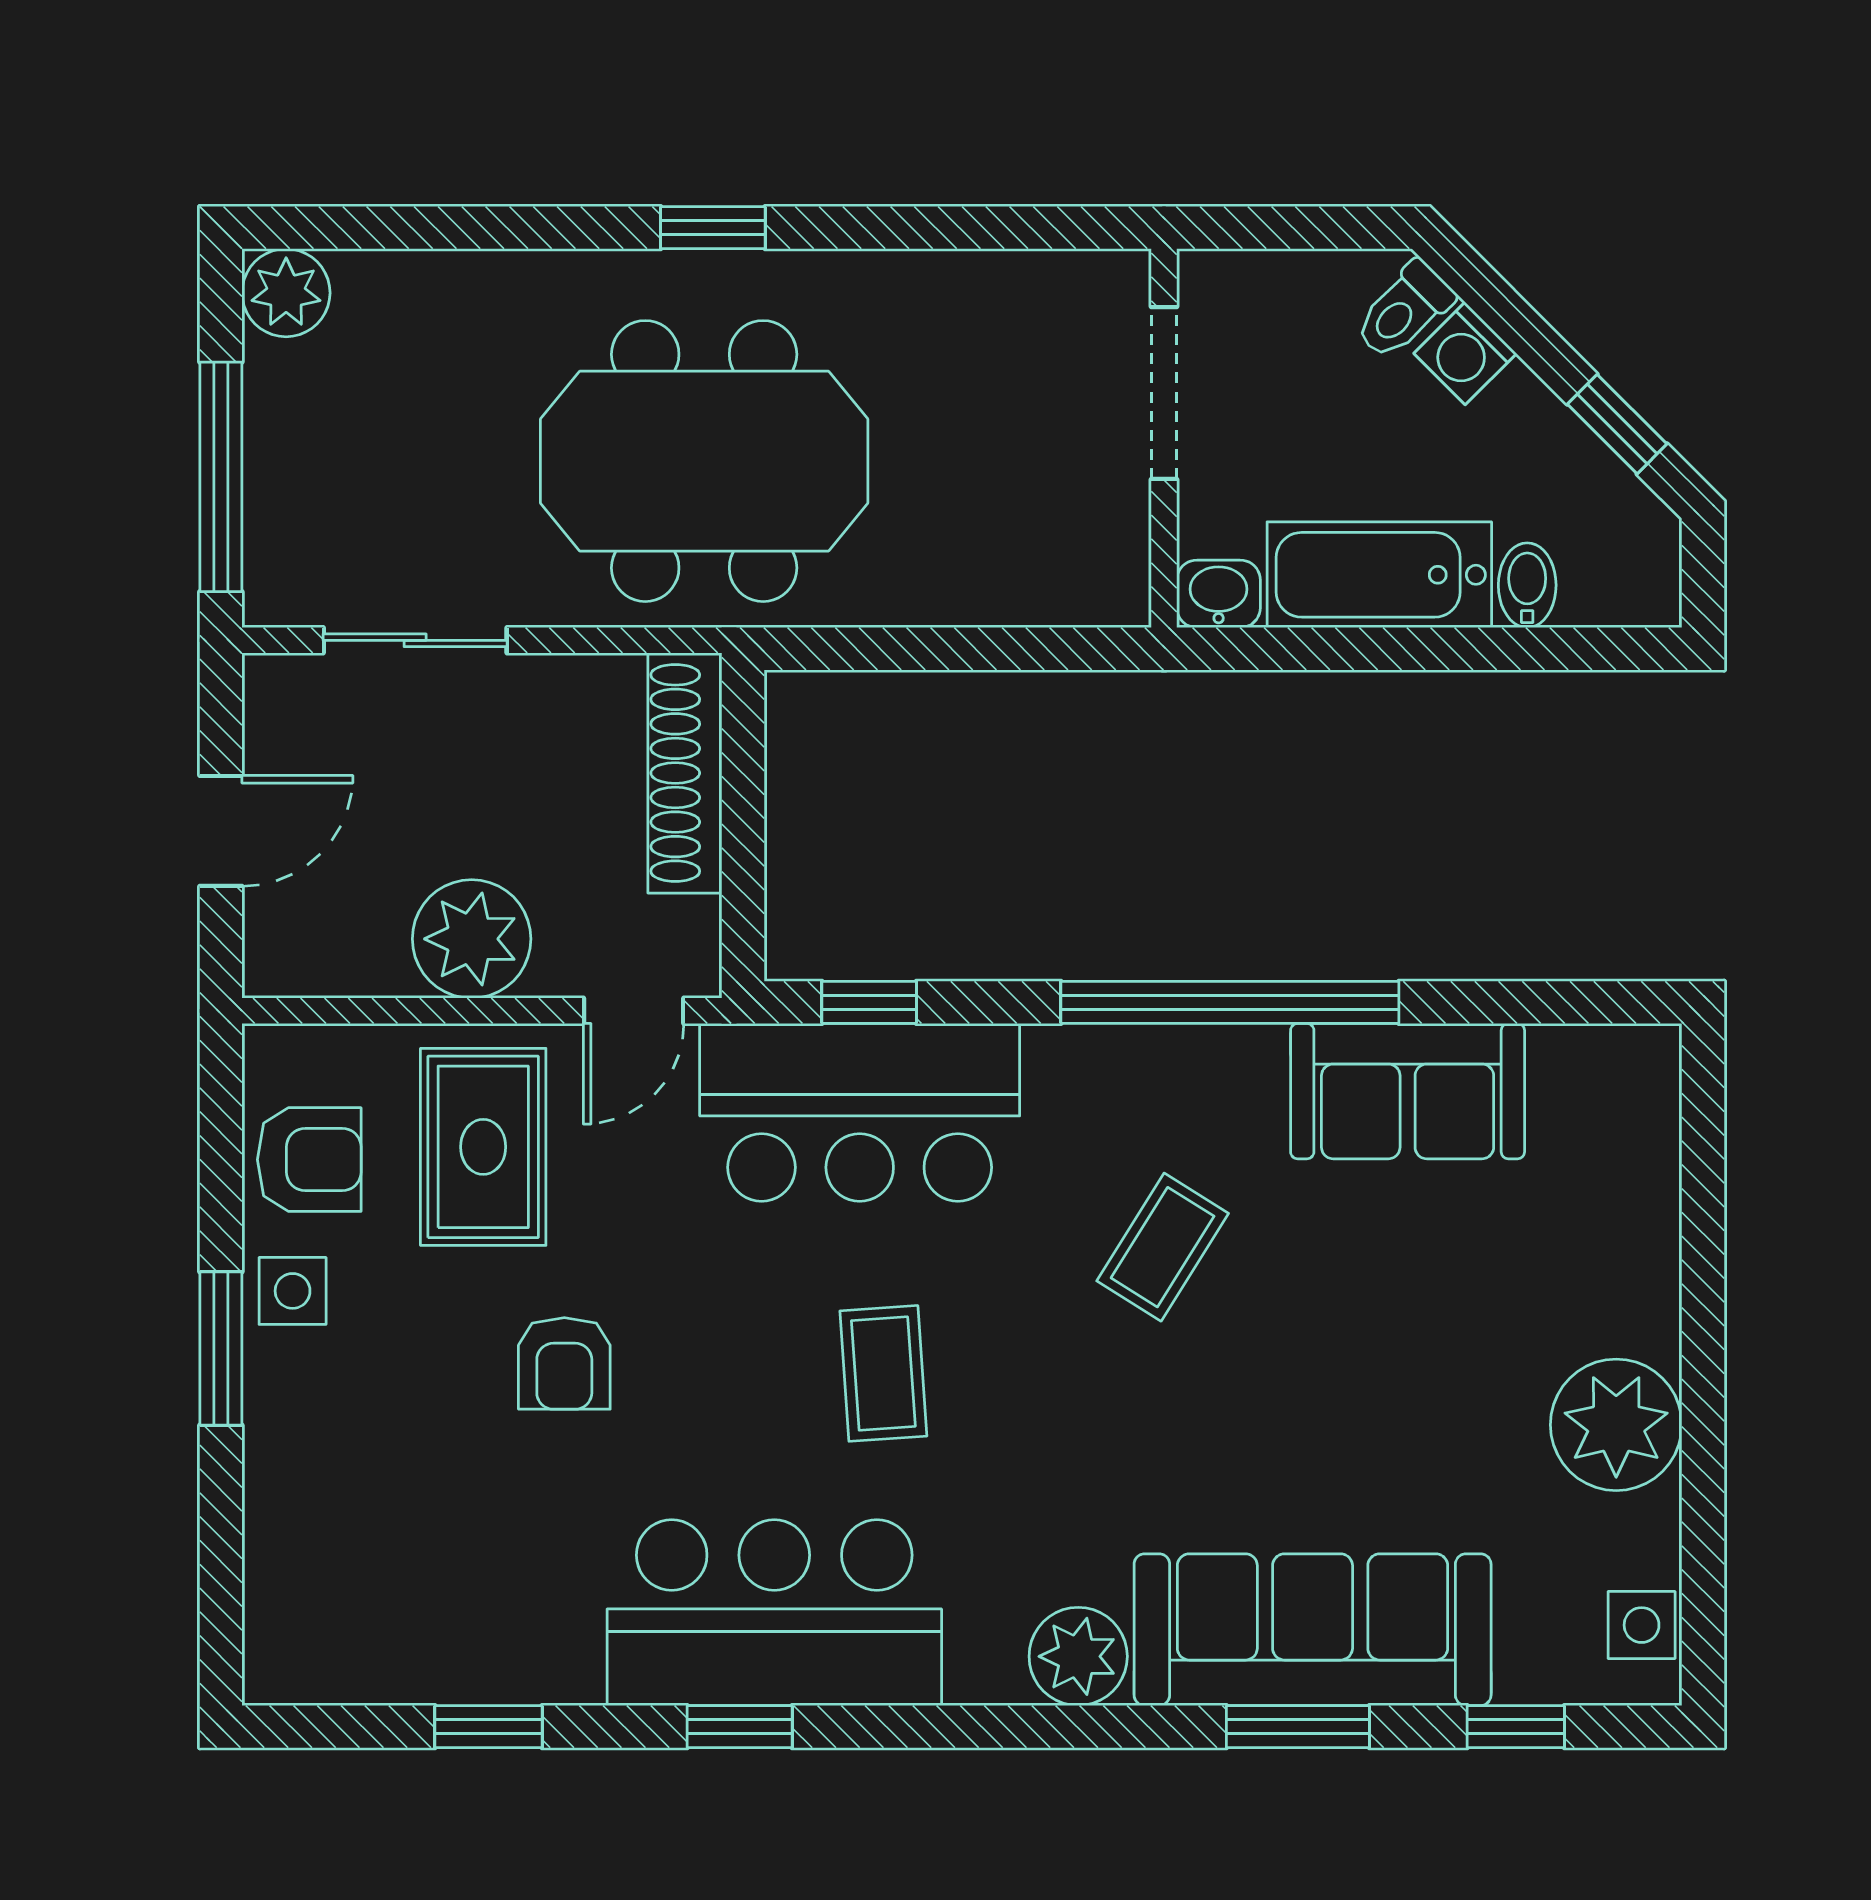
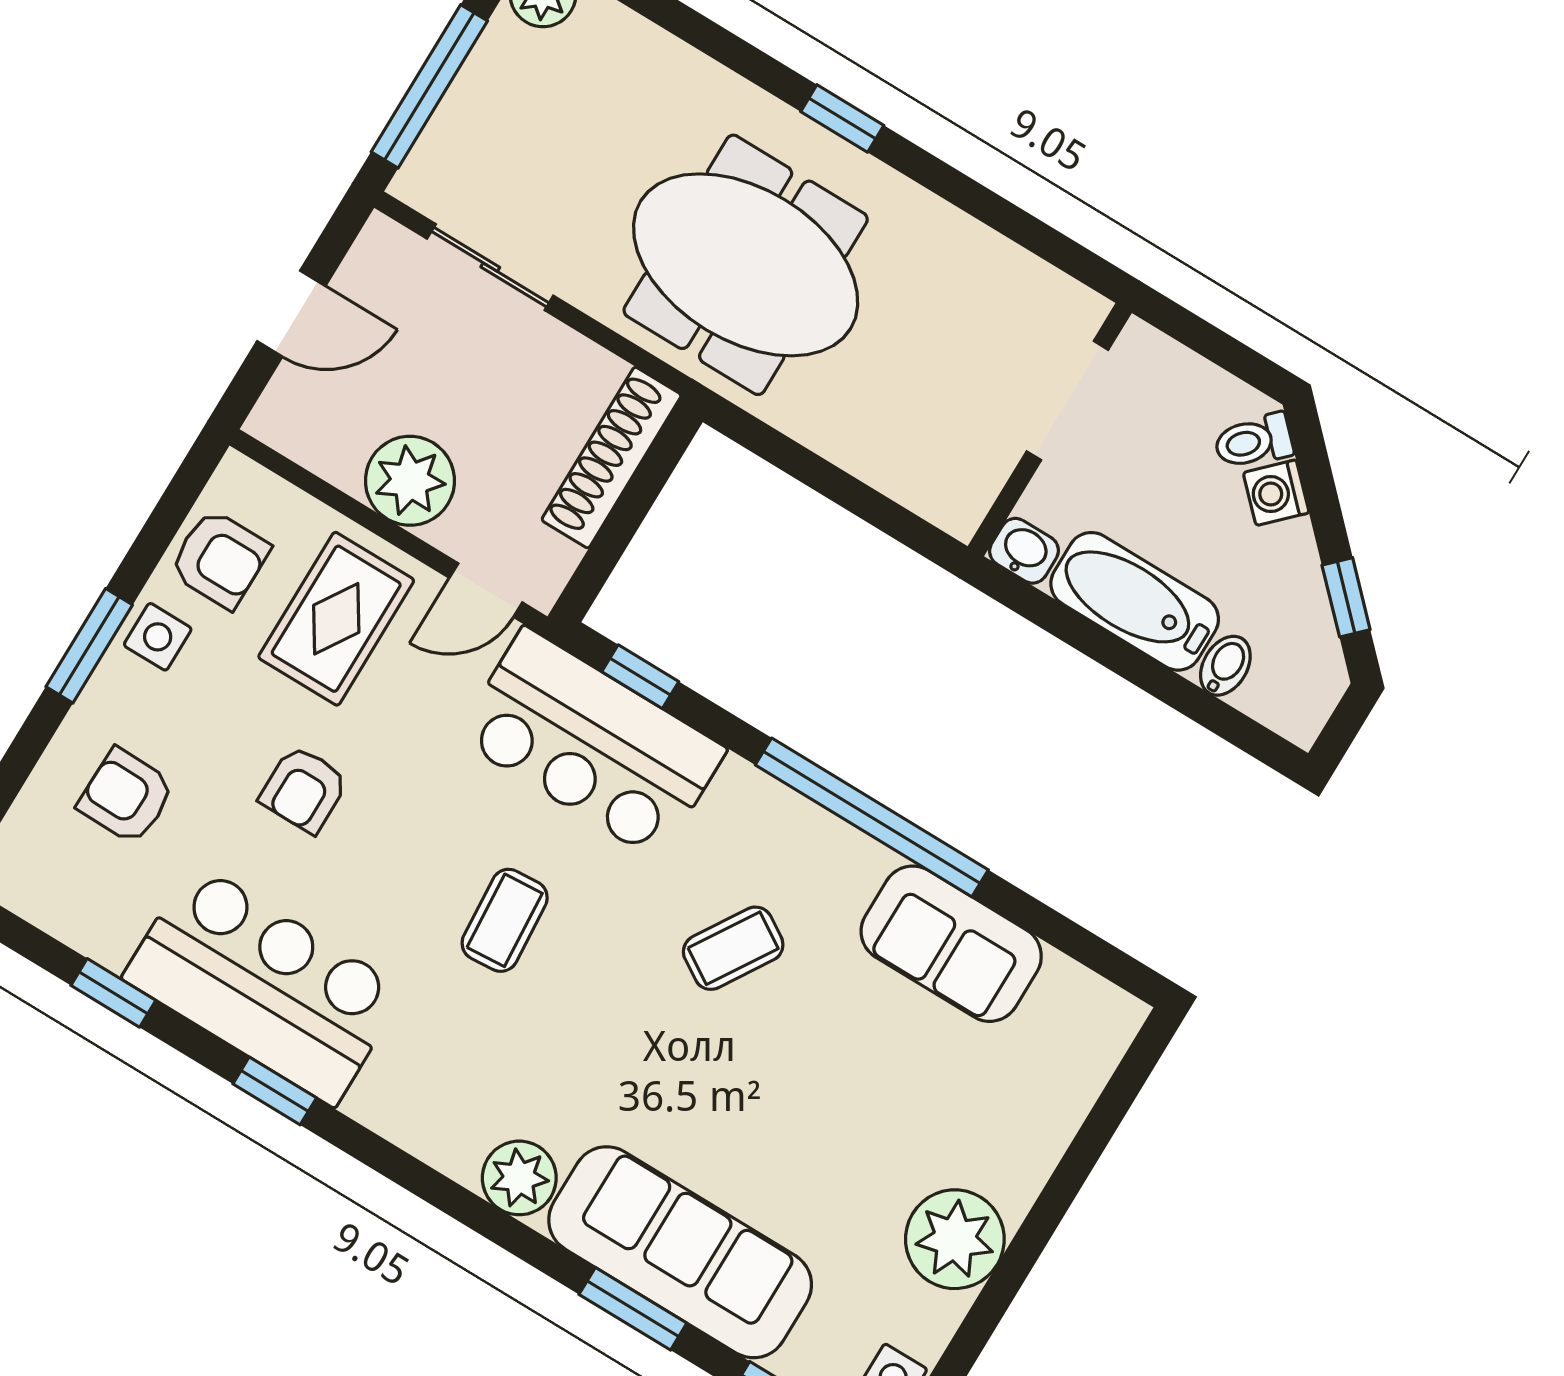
armchair: (367, 1494) -> (126, 796), added
bar counter: (774, 1613) -> (264, 984), moved

